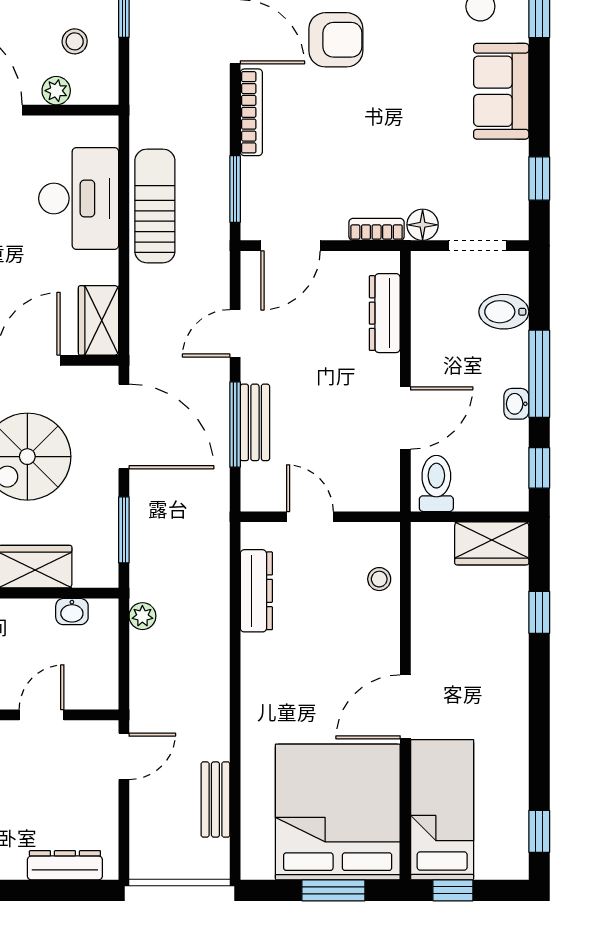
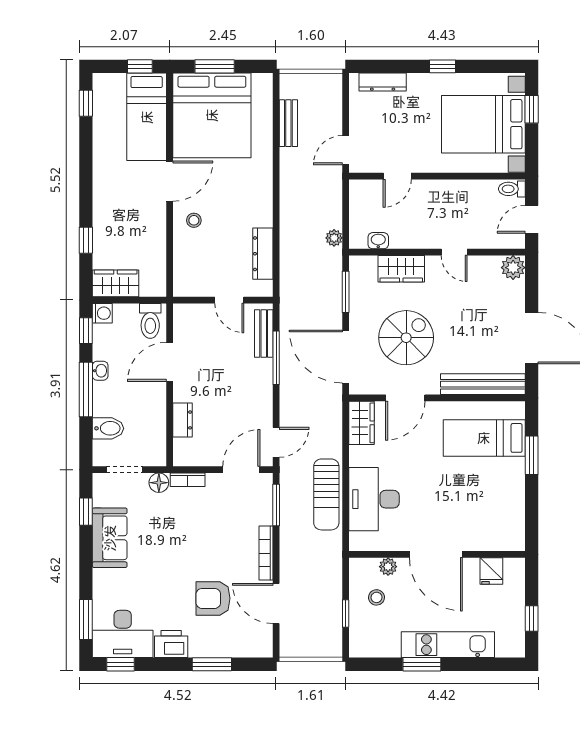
sofa: (501, 91) -> (110, 538), moved
dresser: (385, 313) -> (183, 420), width x0.70
door: (235, 333) -> (276, 442), moved
bench: (255, 422) -> (264, 334), moved
washing machine: (513, 496) -> (102, 313), added
stool: (379, 579) -> (194, 220), moved

